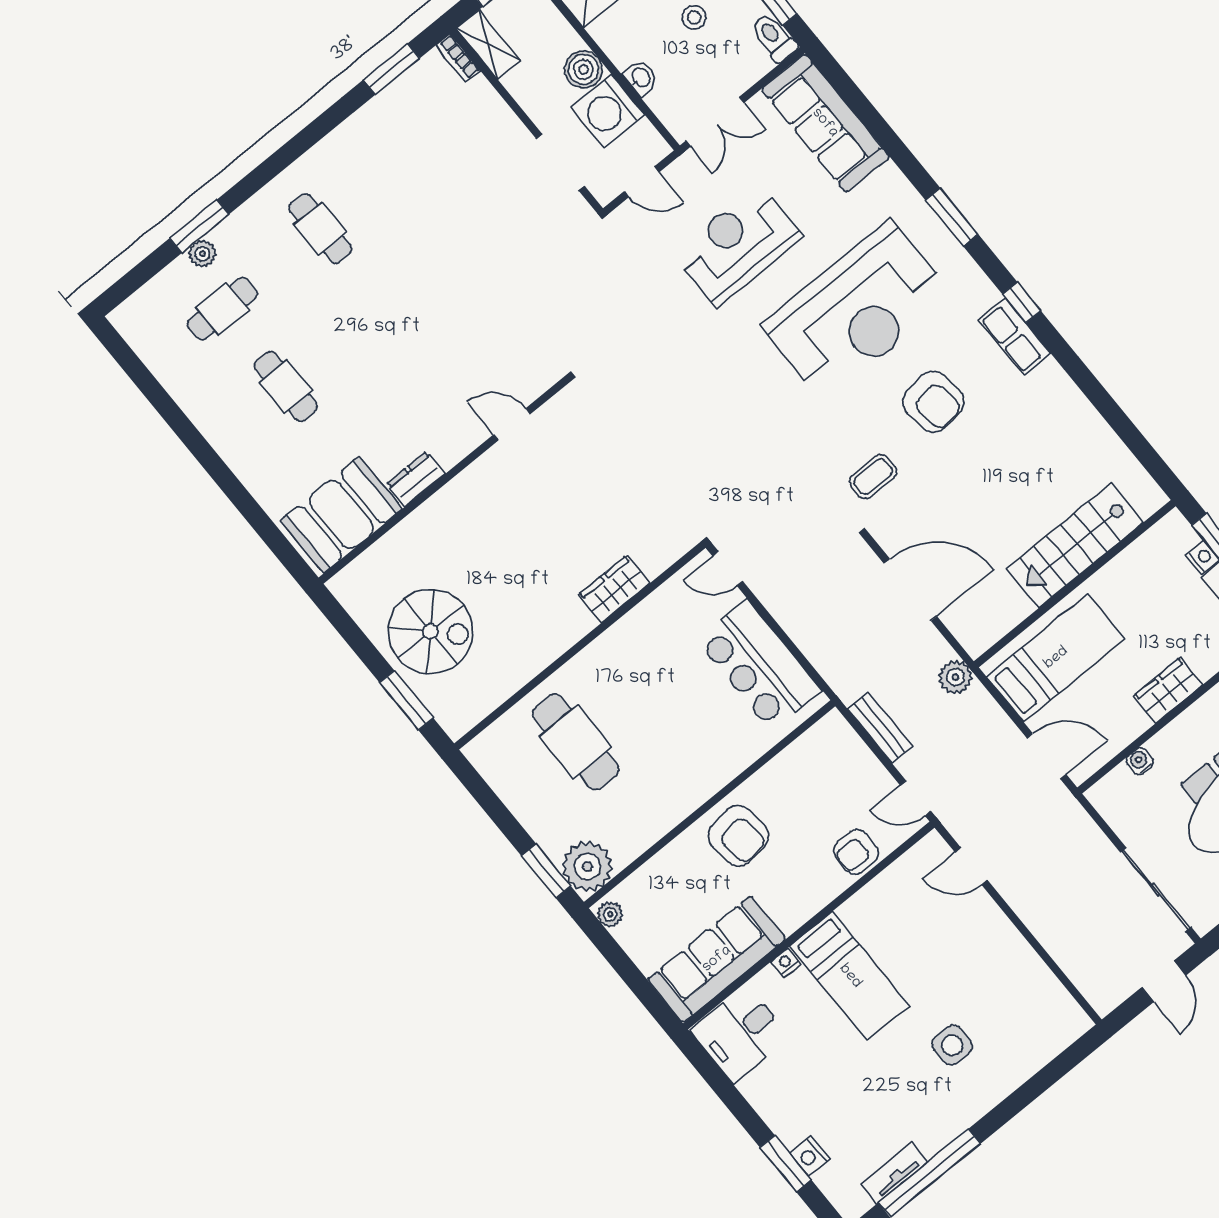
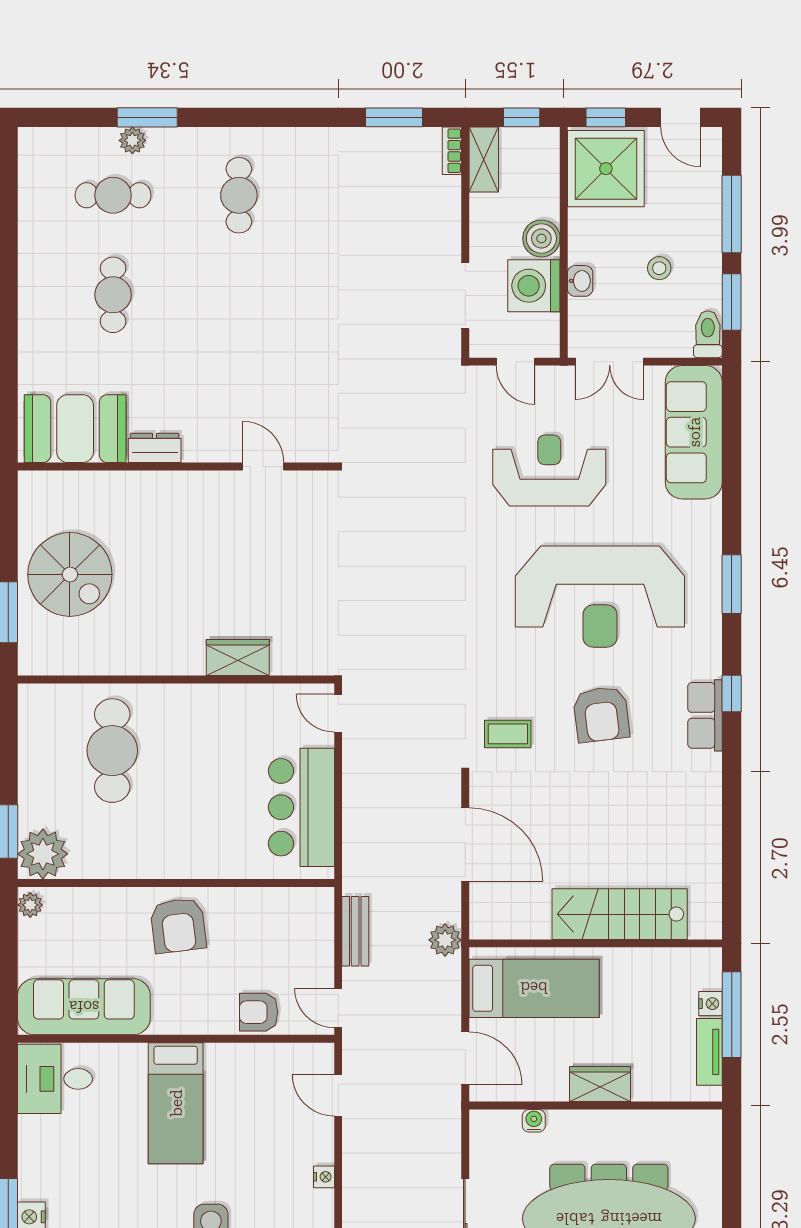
nightstand: (786, 963) -> (324, 1177), moved, turned 90

